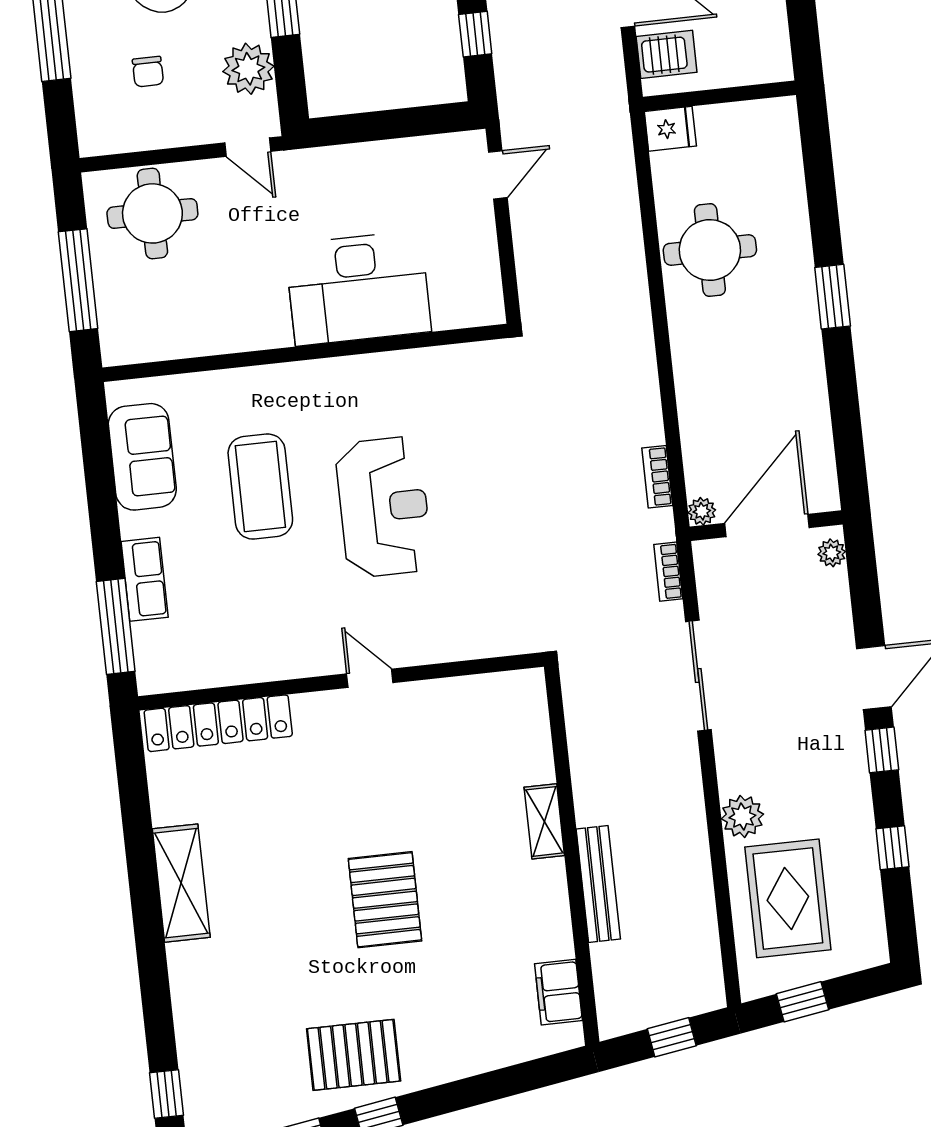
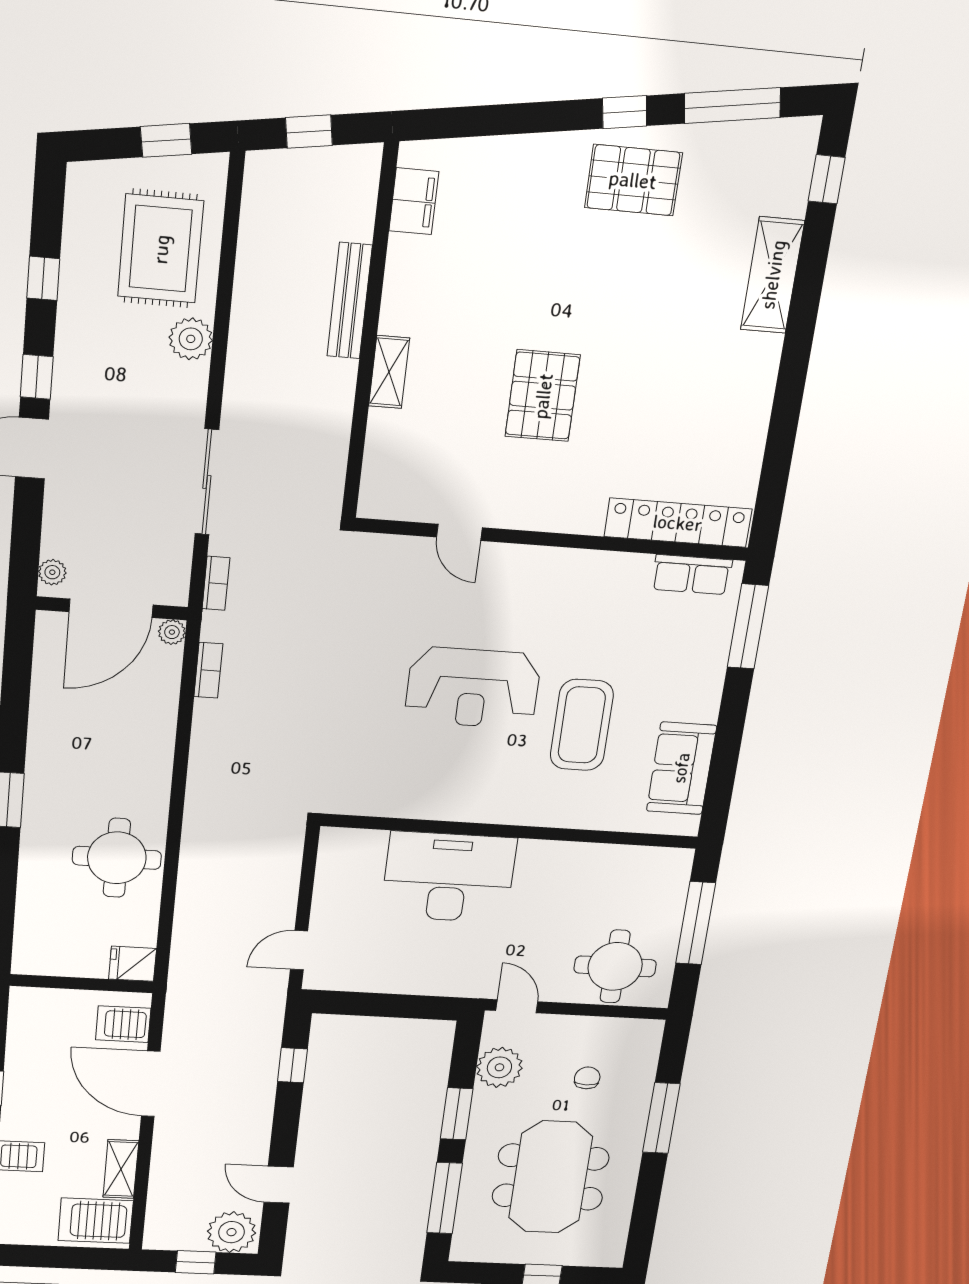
reception desk: (384, 507) -> (473, 688), turned -90
row of seats: (145, 579) -> (692, 575), moved, turned -90
door: (370, 678) -> (459, 532), moved
shelving: (181, 883) -> (773, 275), moved
pallet: (385, 900) -> (543, 396), moved

